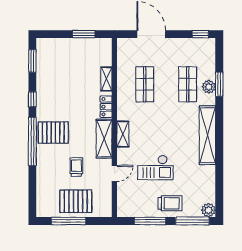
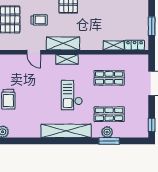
locker: (106, 107) -> (135, 45), moved
checkout: (155, 167) -> (72, 95), moved

